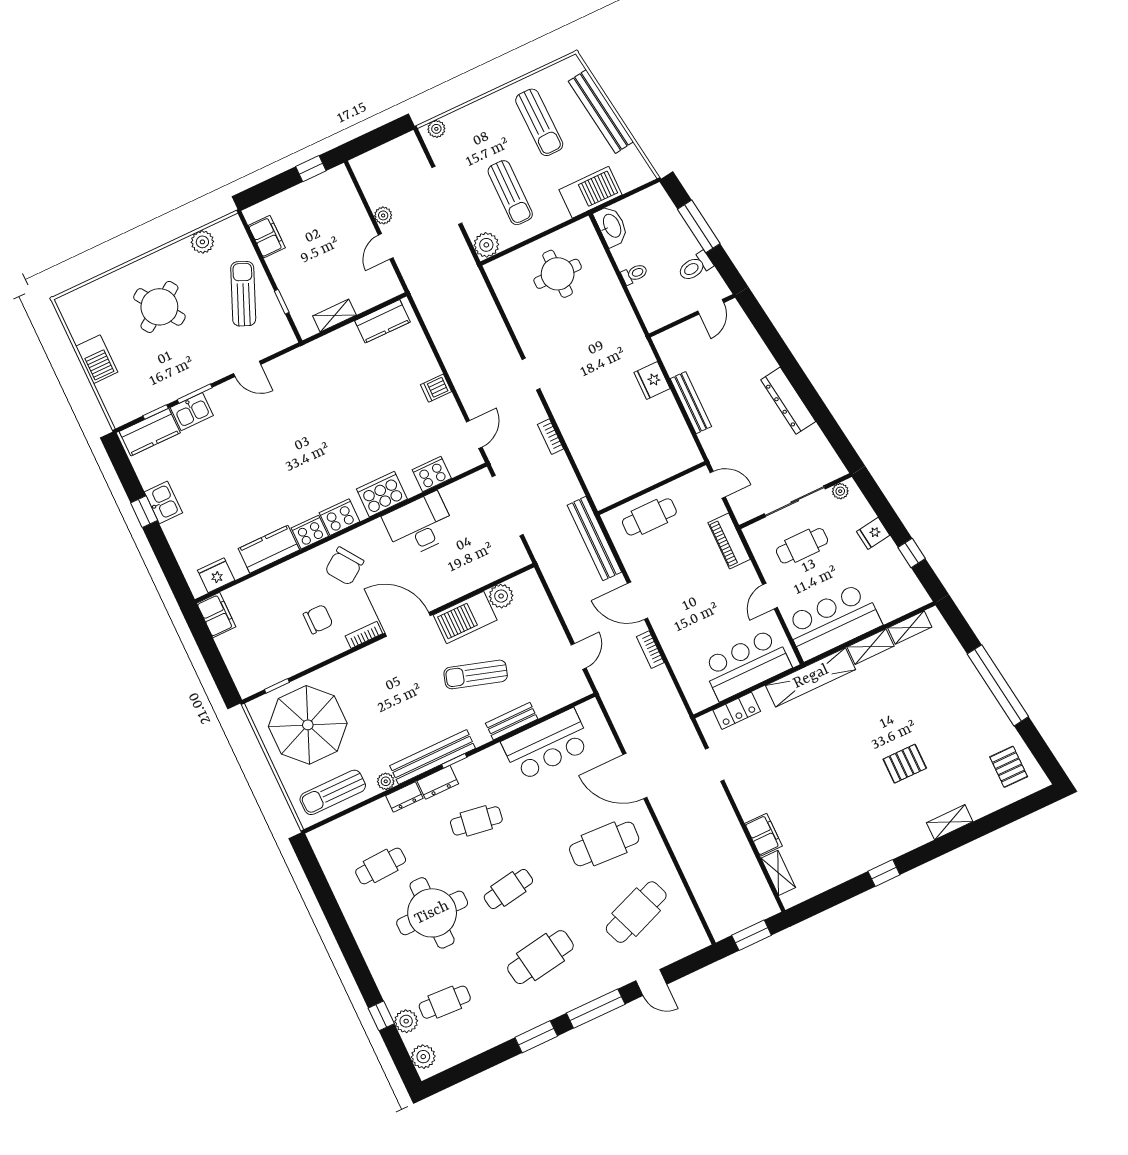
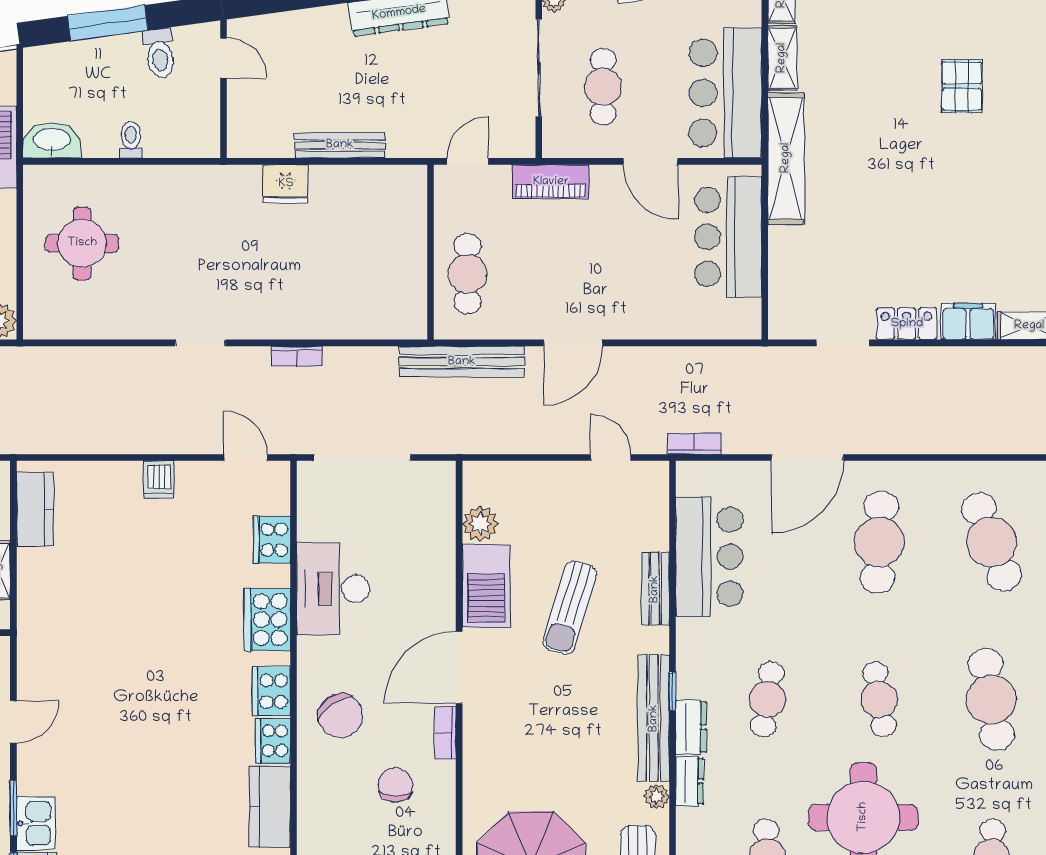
door: (770, 596) -> (651, 161), width x1.38
bookcase: (650, 650) -> (694, 444), moved, turned 180
locker: (737, 711) -> (907, 324), moved, turned -90

